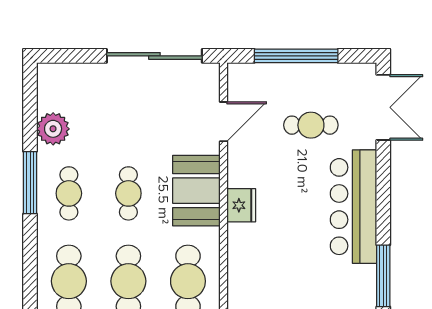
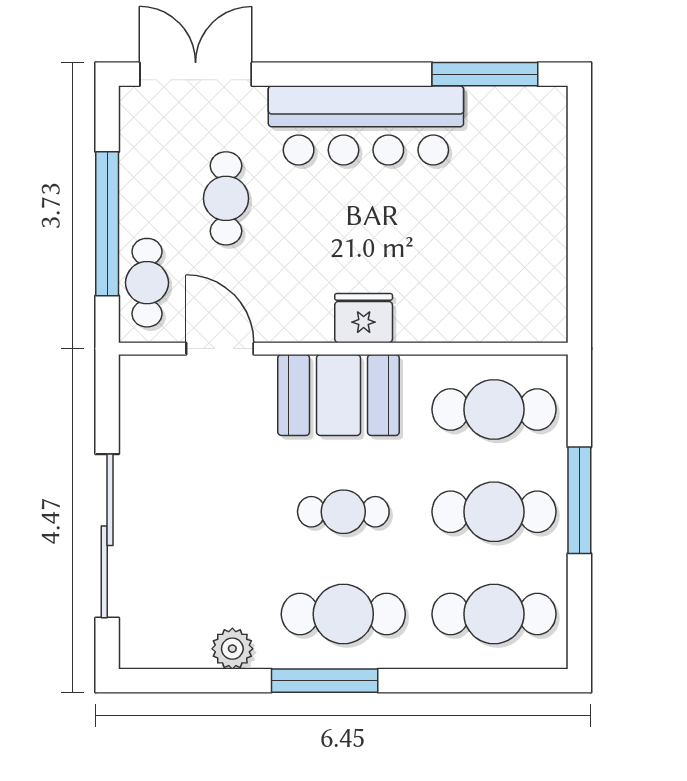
sliding door: (154, 56) -> (107, 536), moved
cafe table: (262, 79) -> (147, 283), added
plant: (53, 129) -> (232, 649), width x0.73, depth x0.73
cafe table: (69, 193) -> (343, 614), width x1.37, depth x1.35

